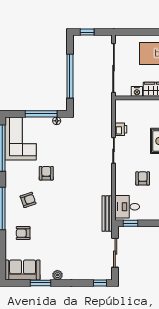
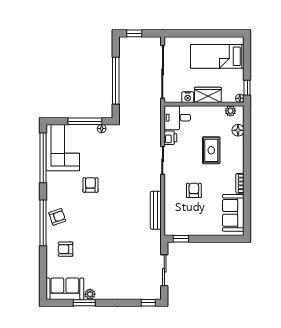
armchair: (28, 200) -> (57, 217), moved
desk: (127, 207) -> (177, 118), moved
bench: (107, 214) -> (156, 210), moved
plant: (57, 275) -> (90, 294), moved

